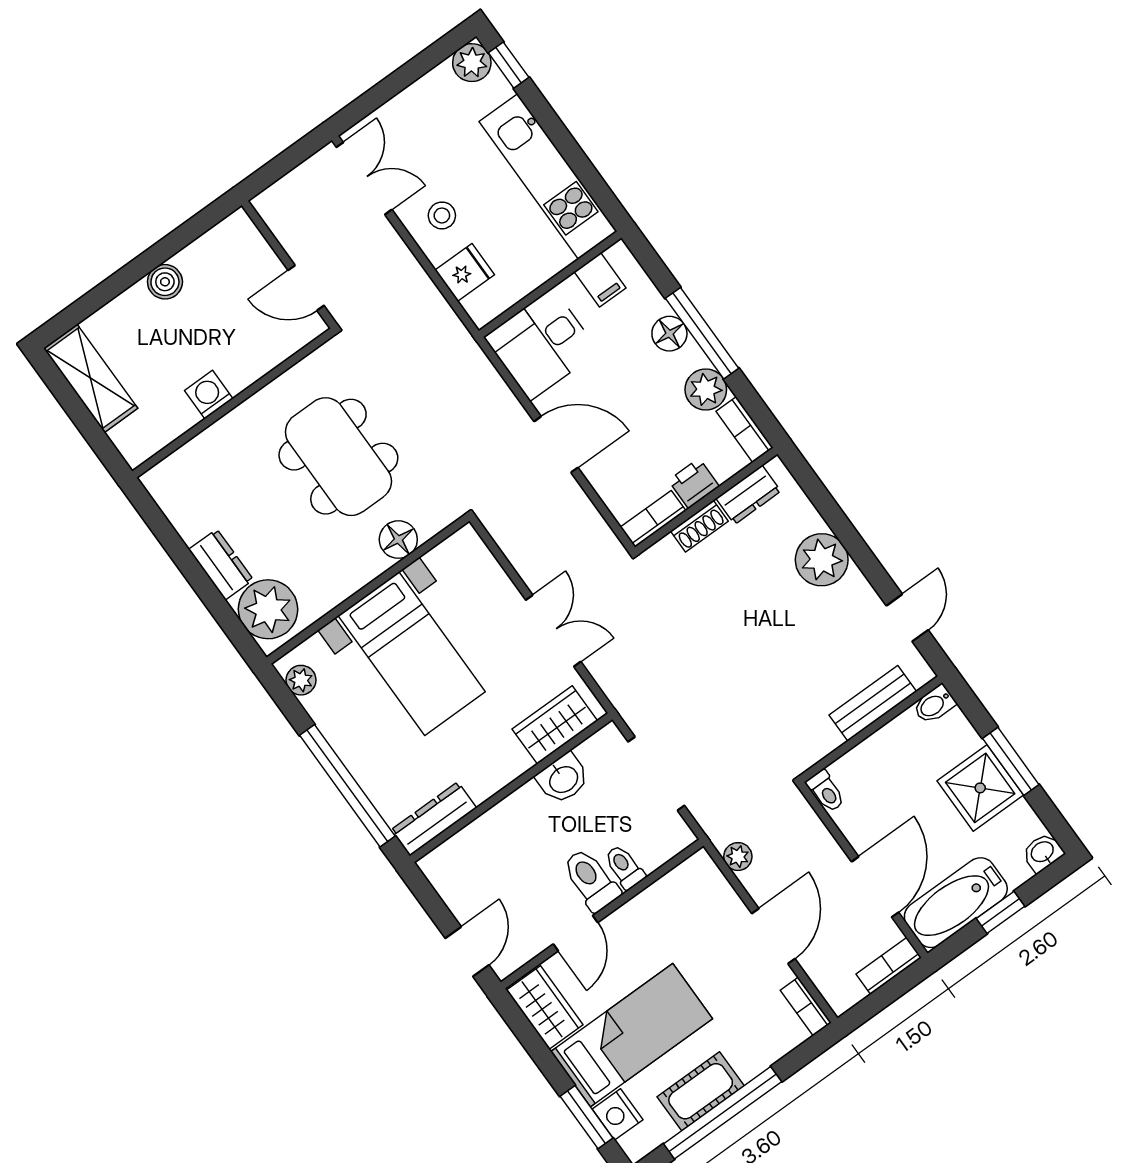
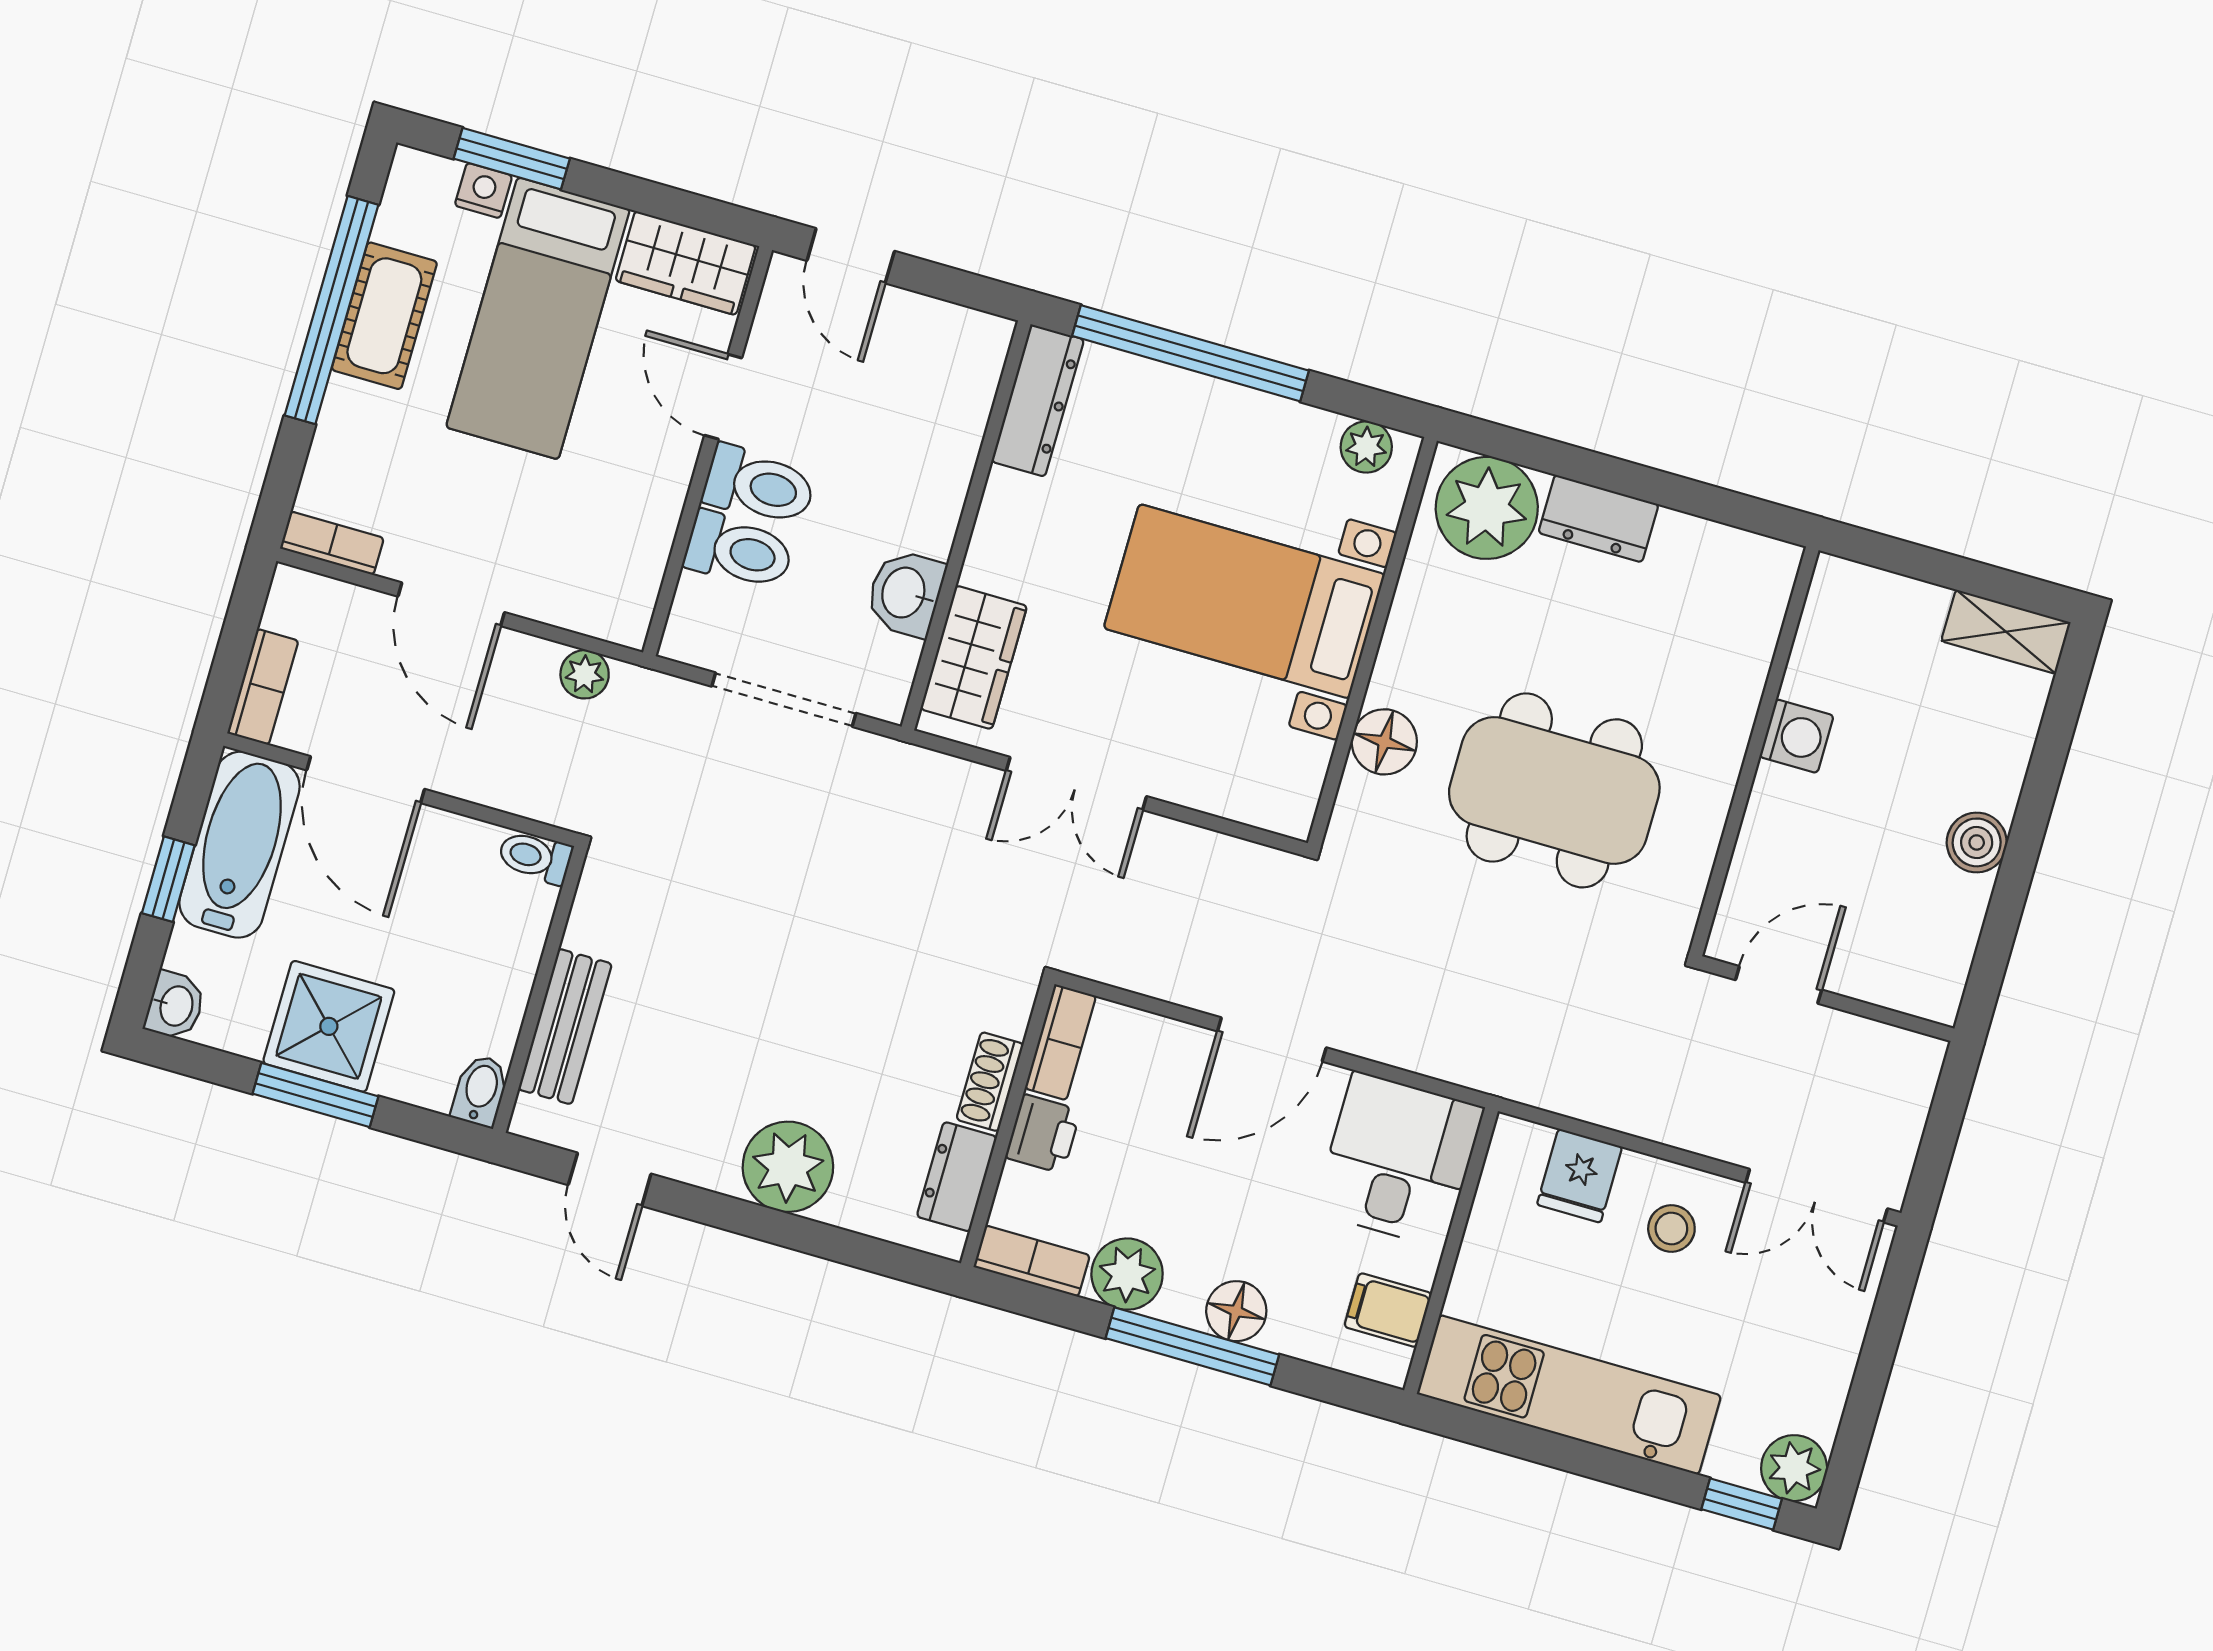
shelving: (91, 378) -> (2006, 632), width x0.67, depth x0.75
toilet: (624, 867) -> (739, 551), width x1.37, depth x1.39
nightstand: (618, 1114) -> (483, 191), width x0.72, depth x0.74

